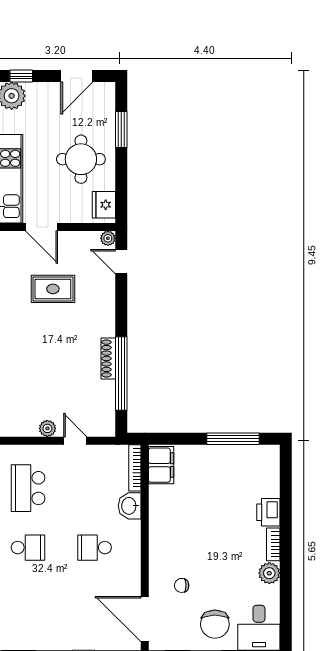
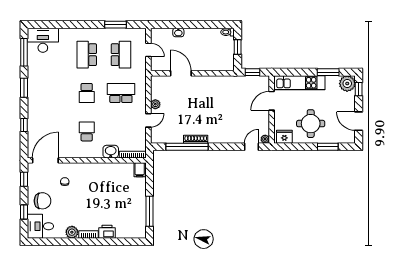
rug: (53, 289) -> (236, 107), removed
filing cabinet: (161, 465) -> (140, 170), width x0.50
chair: (215, 624) -> (42, 201), turned 180

